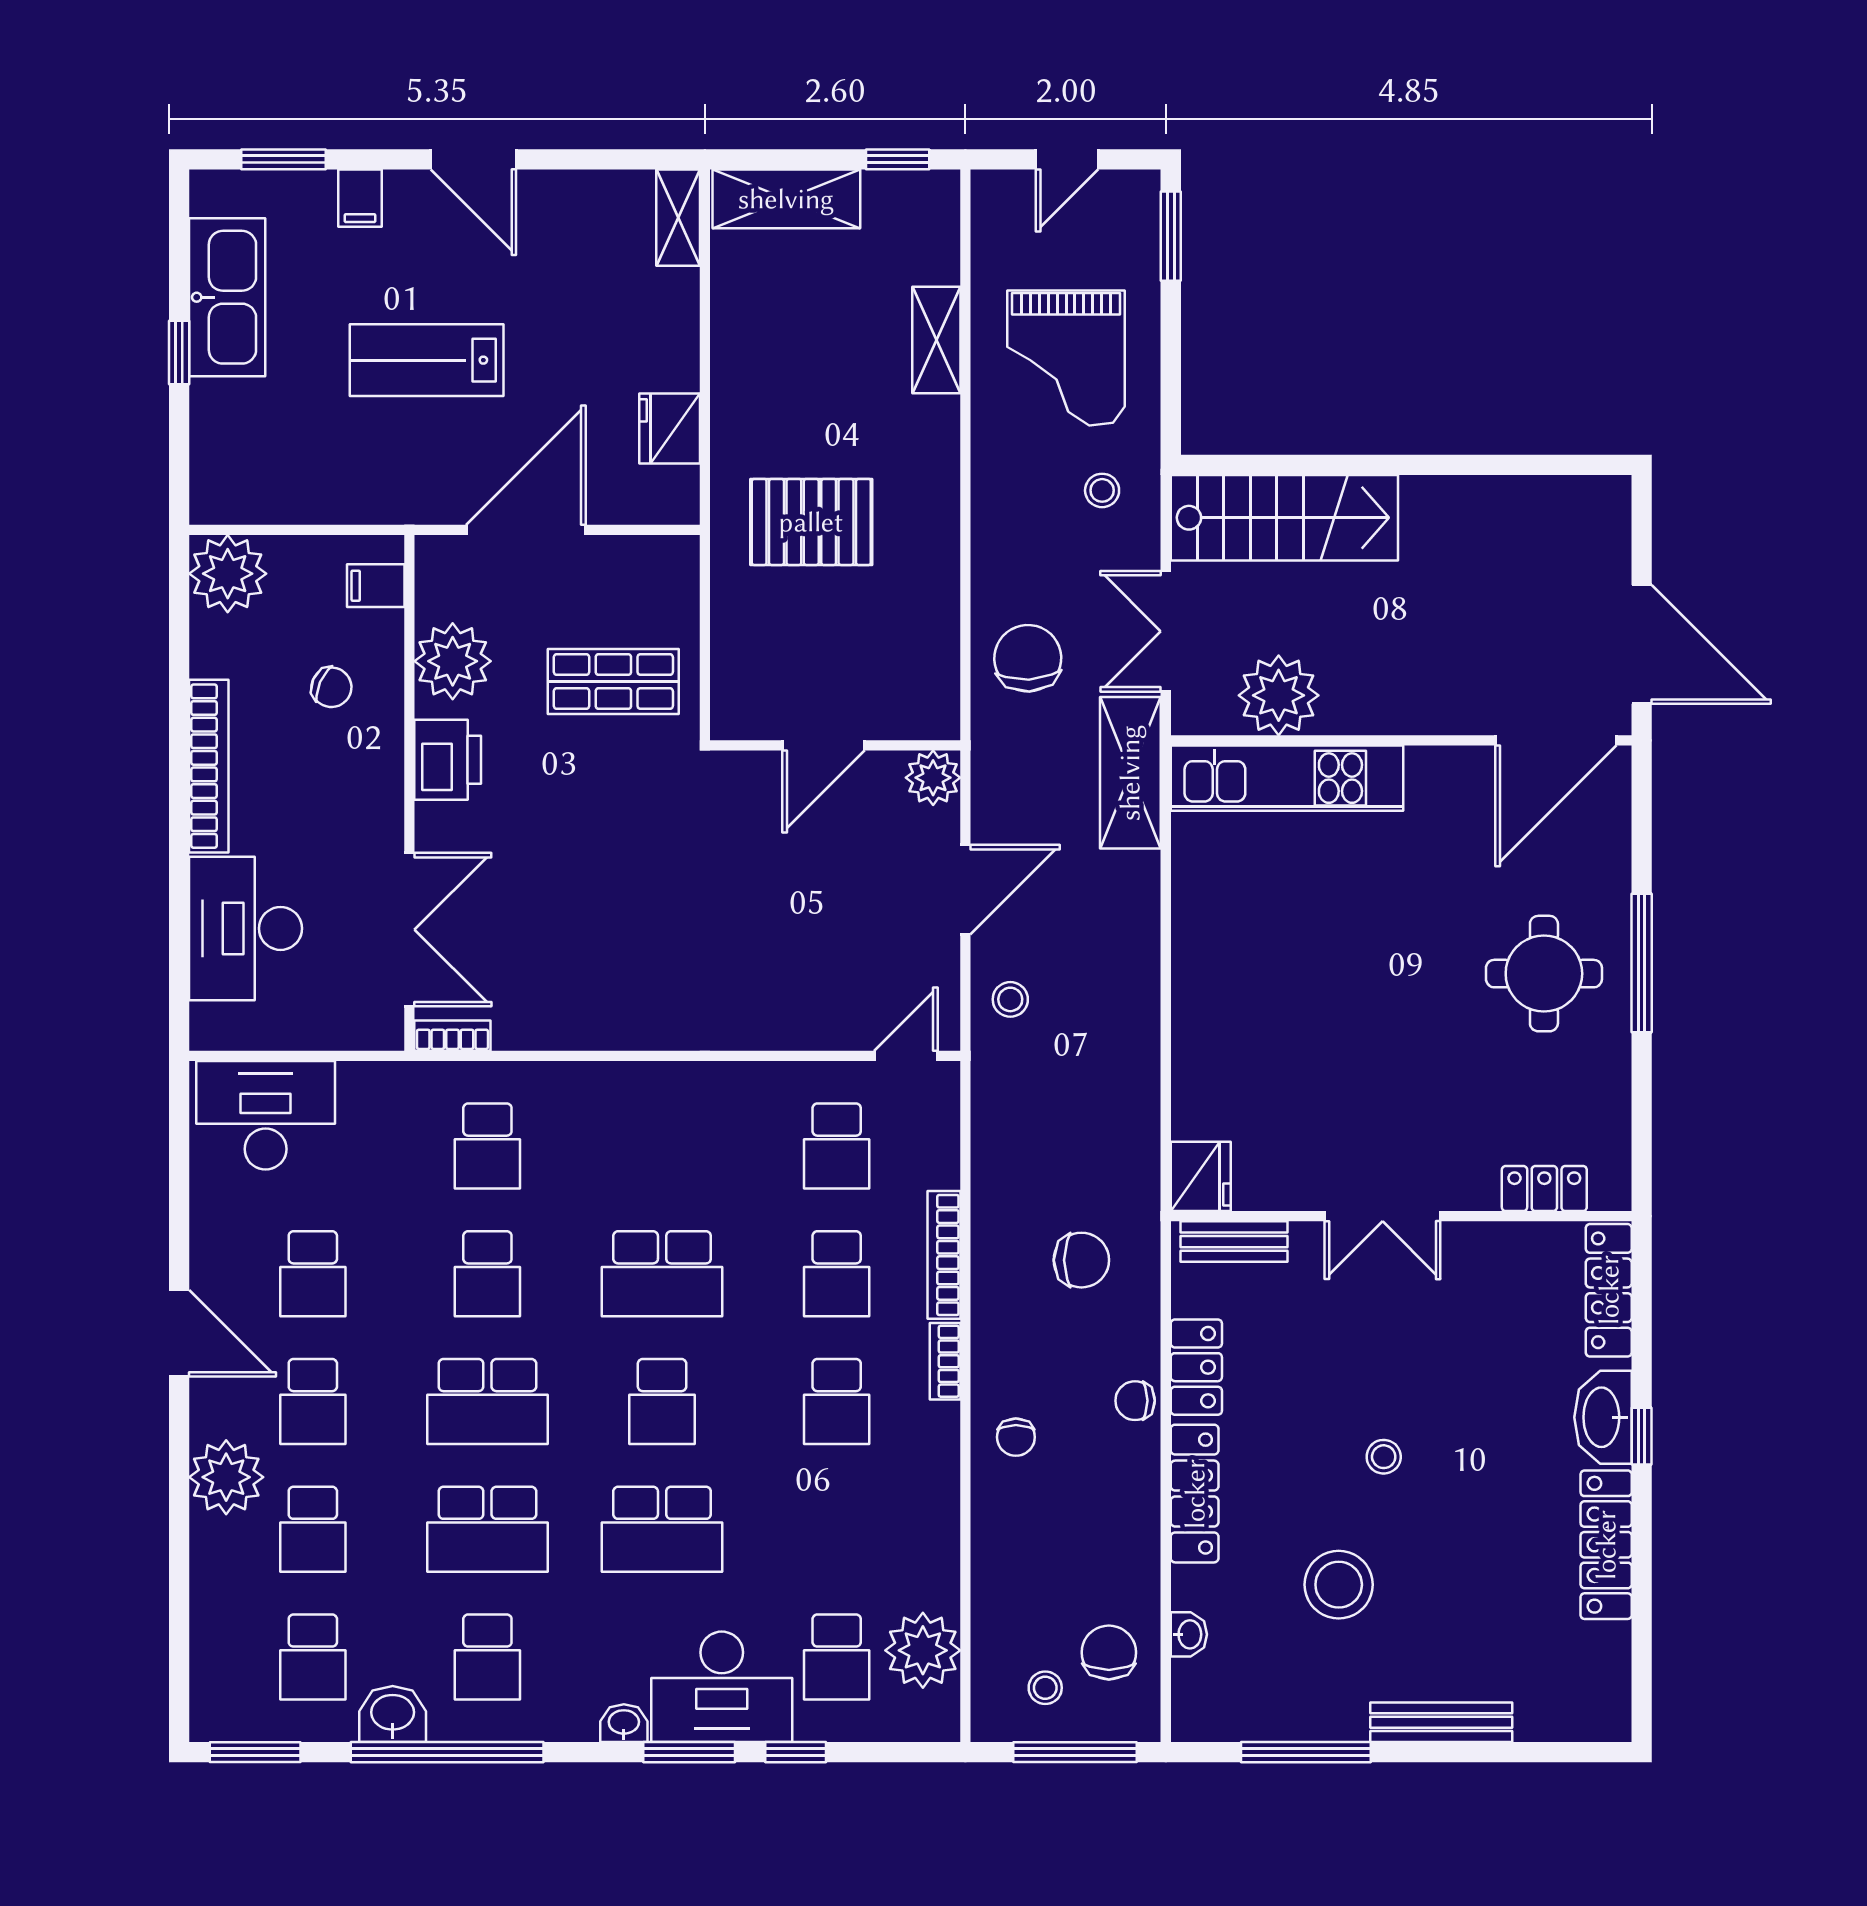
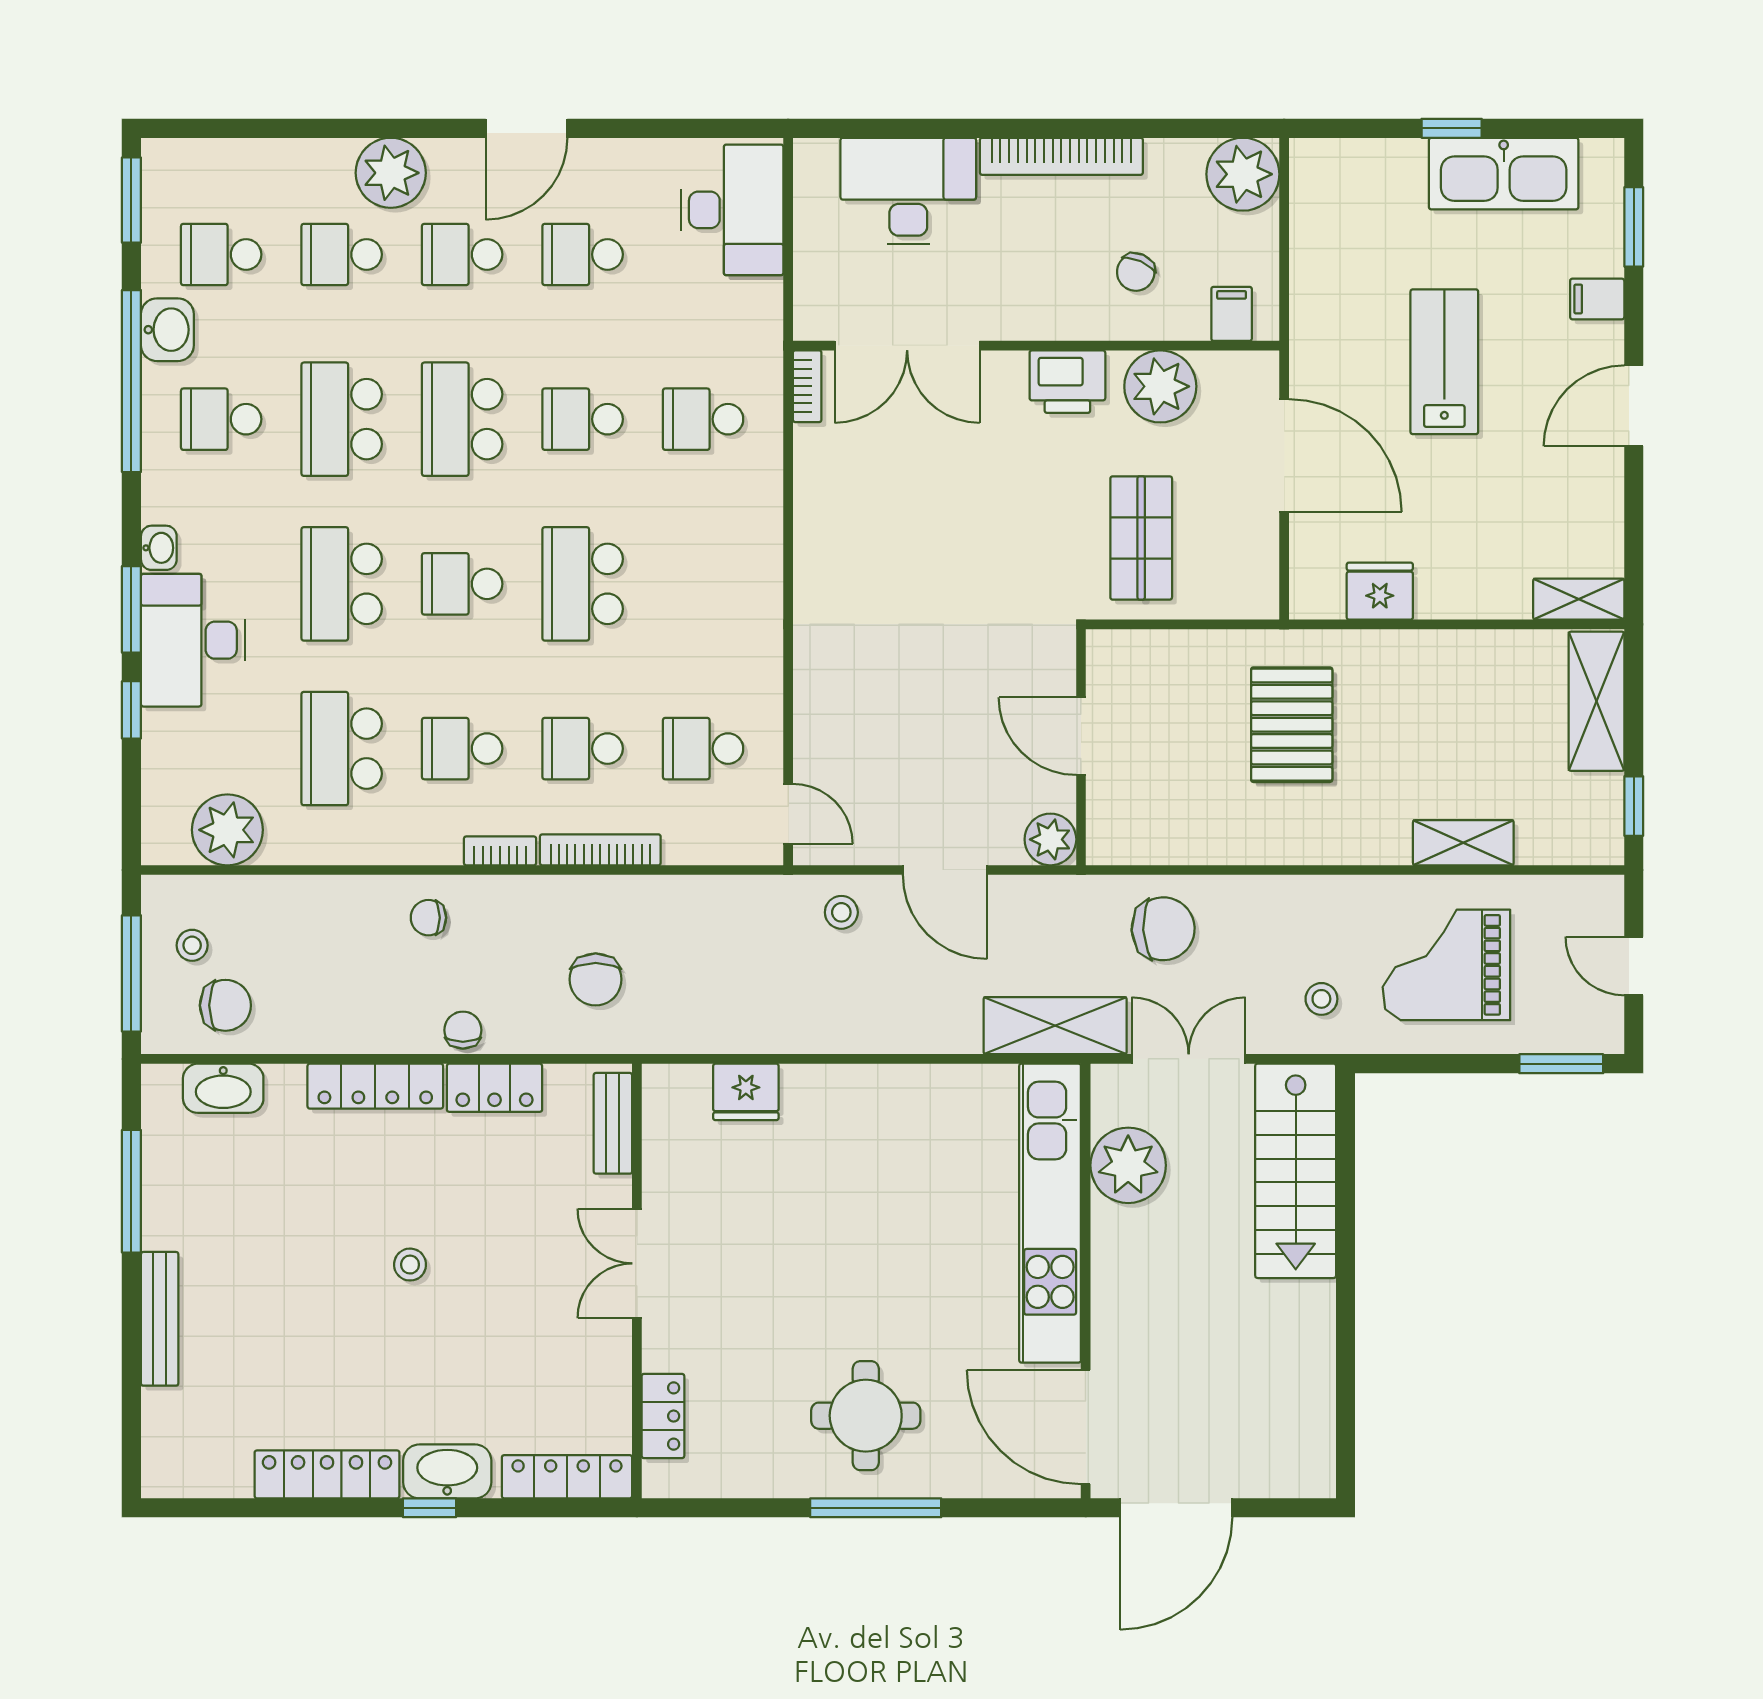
kitchen unit: (1287, 778) -> (1050, 1213), width x1.36
fridge: (1201, 1176) -> (746, 1092), moved
stool: (1339, 1585) -> (289, 1222), removed
washbasin: (1189, 1634) -> (223, 1088), width x1.91, depth x1.45
school desk: (837, 1657) -> (342, 749), moved, width x1.85

